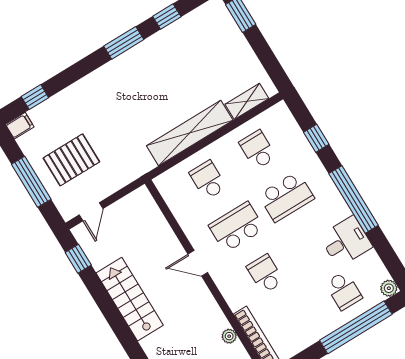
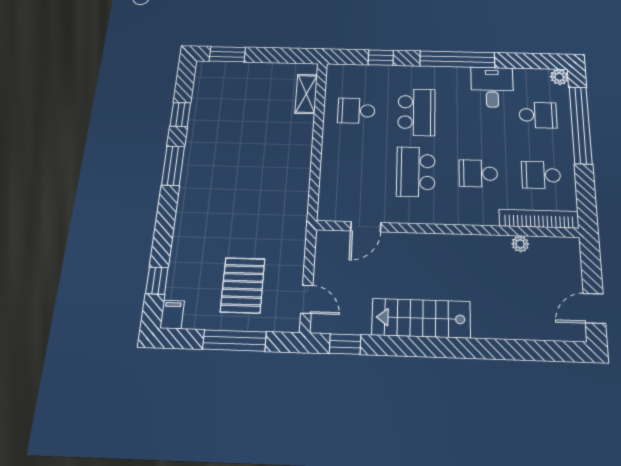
shelving: (190, 133) -> (298, 159), removed
school desk: (208, 180) -> (541, 175), moved
door: (198, 263) -> (366, 227), moved

